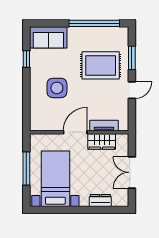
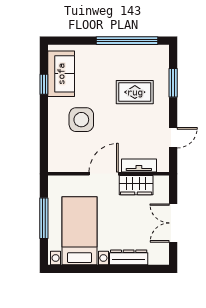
sofa: (48, 37) -> (61, 74), moved, turned -90
rug: (101, 65) -> (135, 92), width x0.73, depth x0.70
door: (132, 90) -> (173, 138), moved
dresser: (100, 200) -> (129, 257), width x1.44

